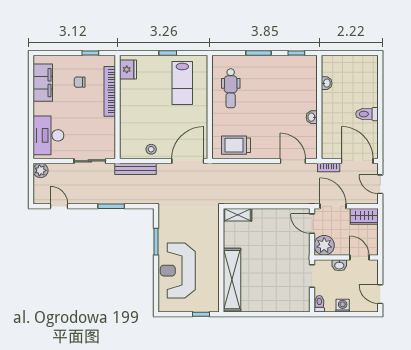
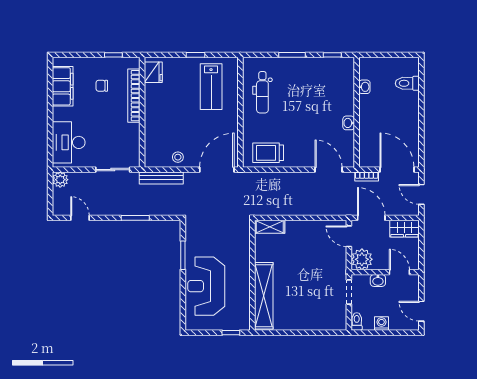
toilet: (367, 114) -> (407, 83), moved

